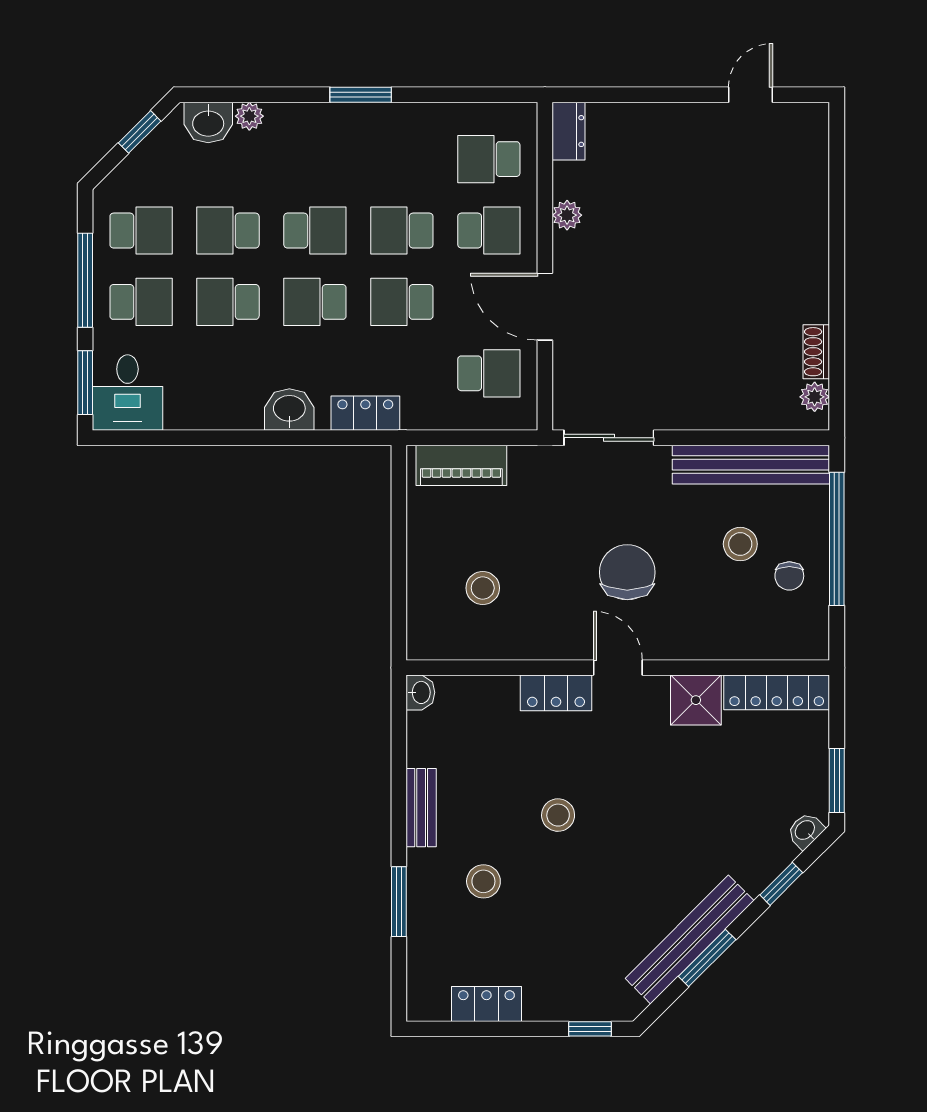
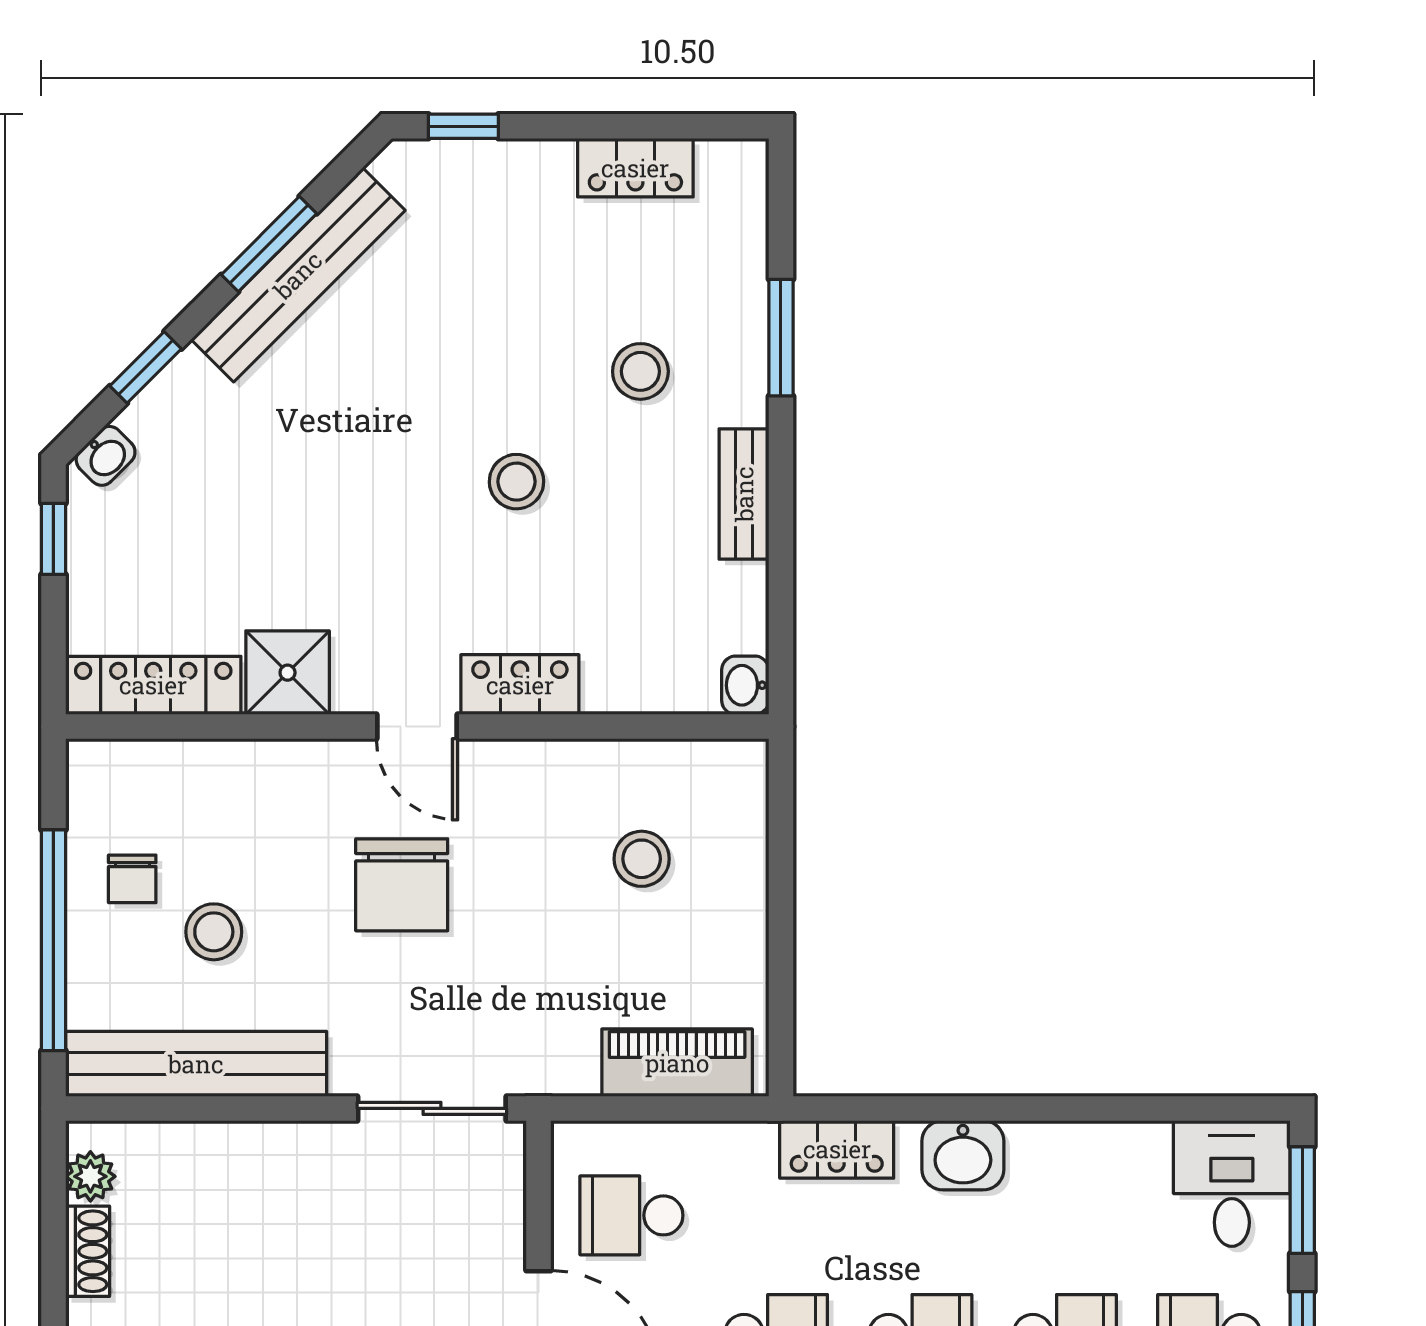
chair: (789, 576) -> (132, 879), turned 180
window: (837, 781) -> (53, 539), width x0.67

